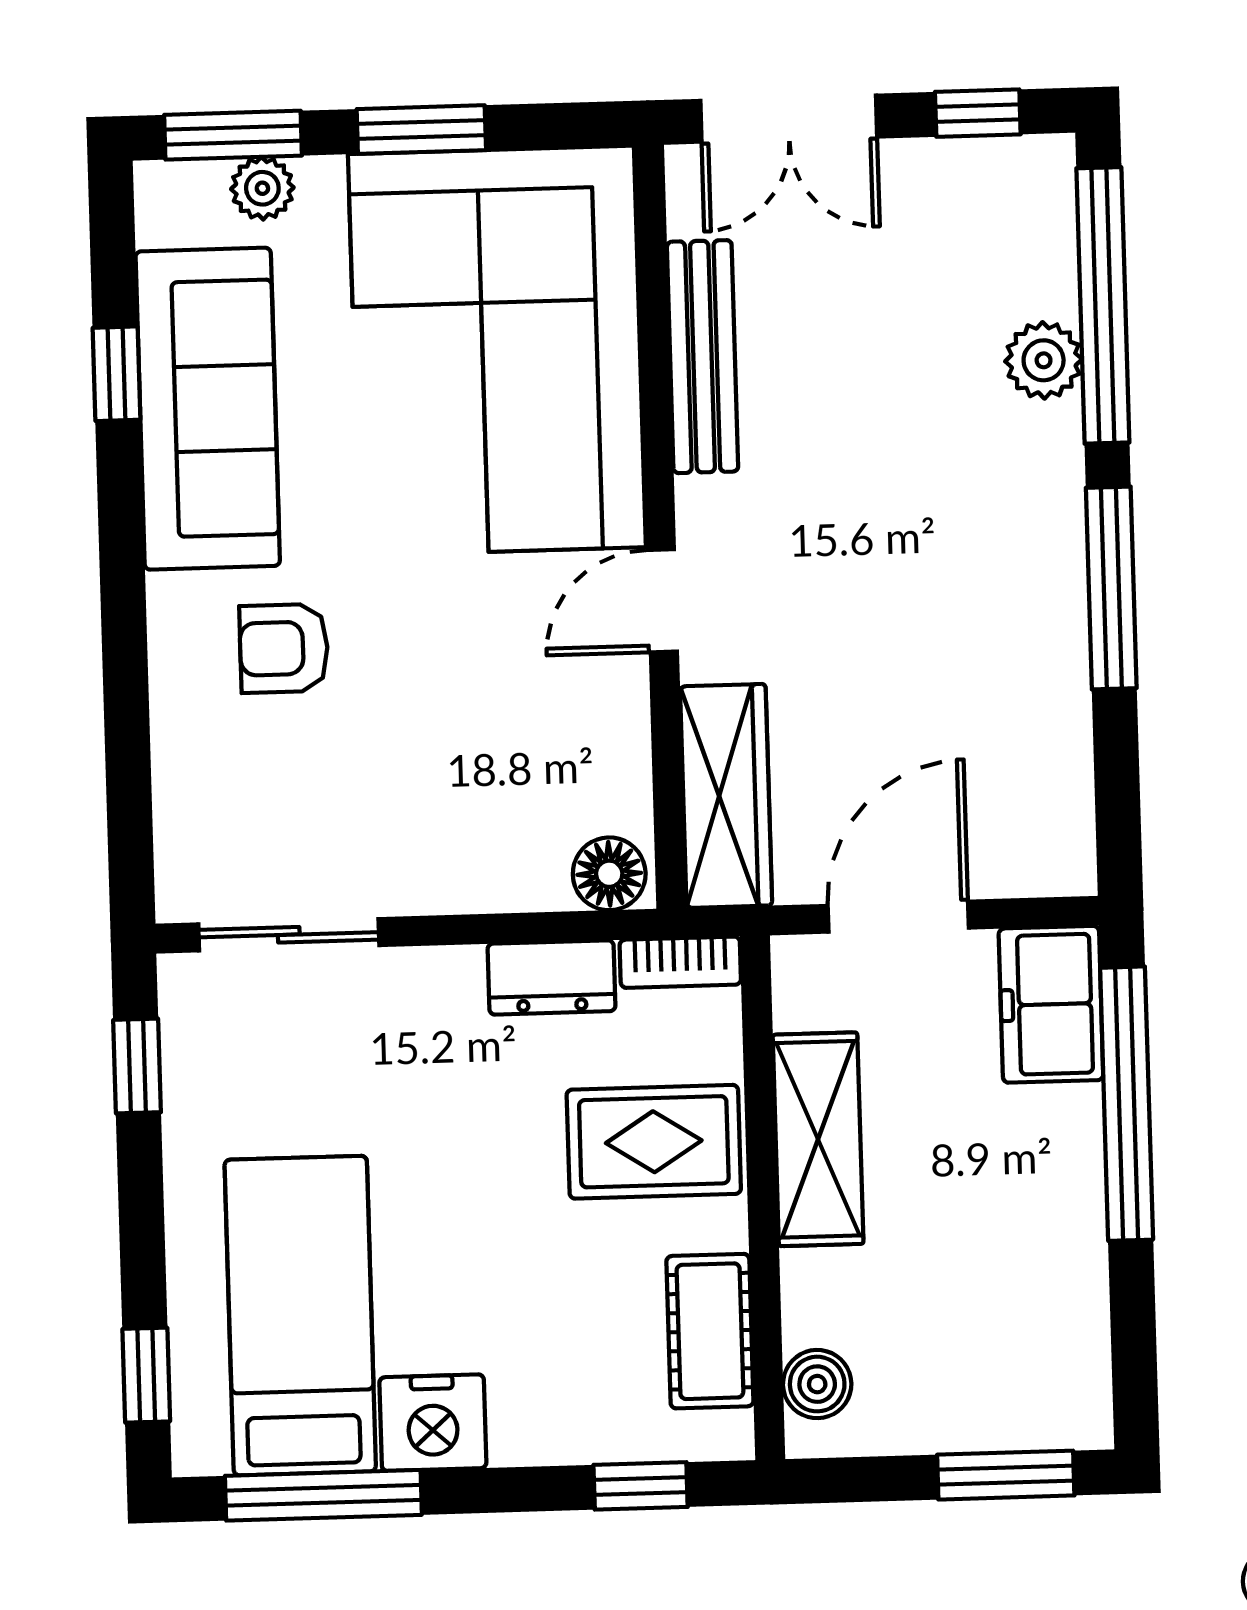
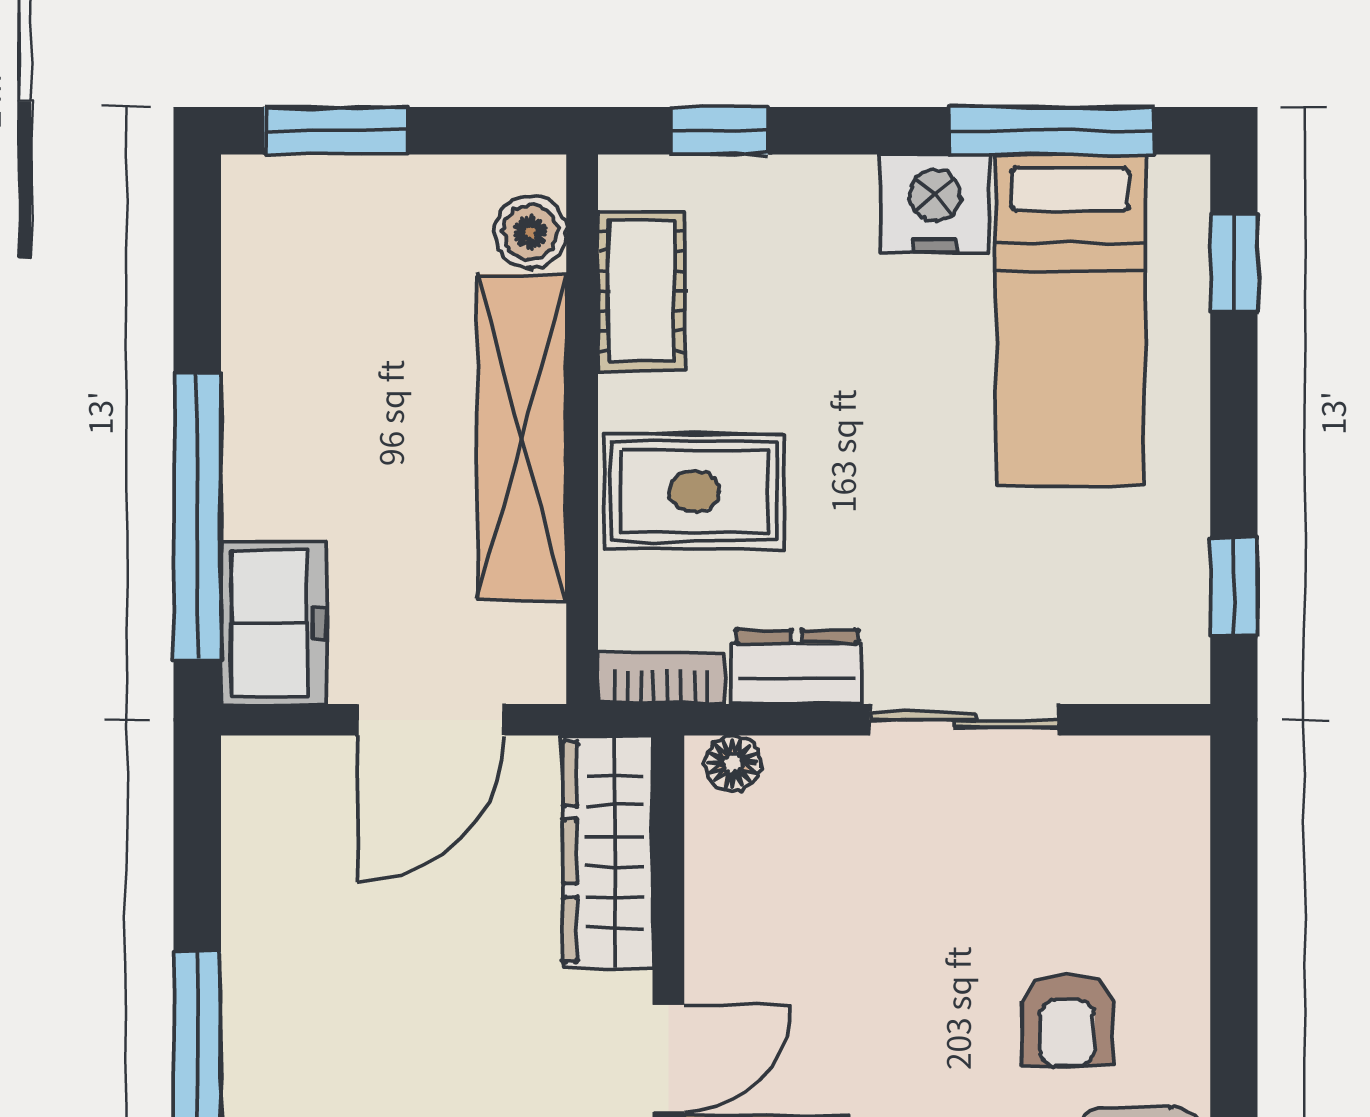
armchair: (284, 648) -> (1067, 1020), turned 90
floor lamp: (609, 874) -> (733, 763), width x0.73, depth x0.73
sliding door: (289, 935) -> (964, 720), moved
shelving: (818, 1139) -> (522, 437), width x1.47

